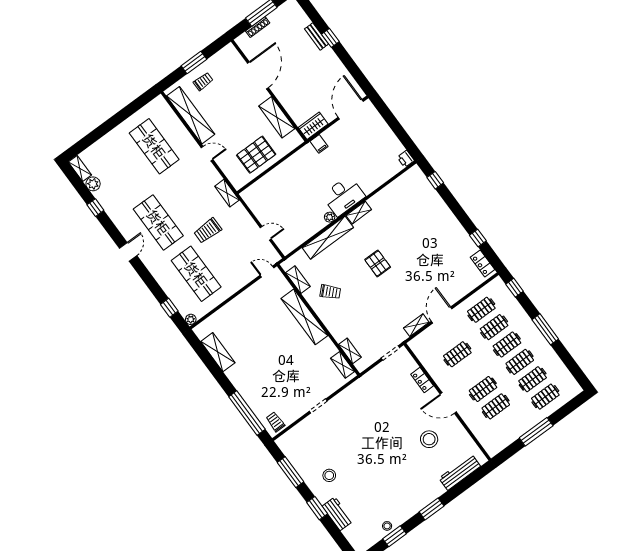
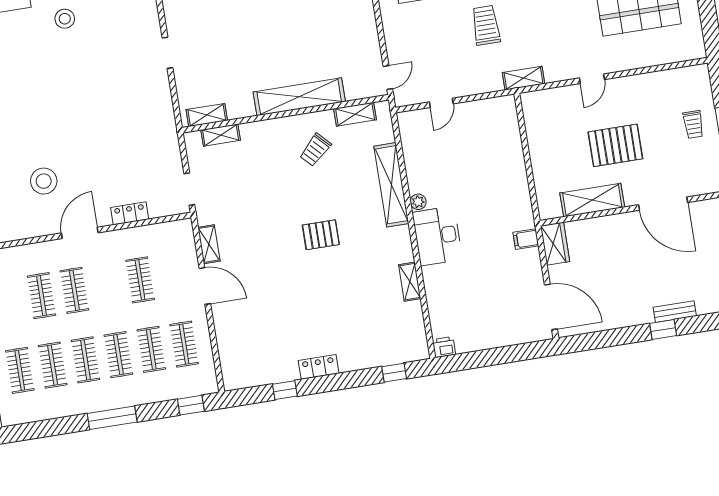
shelving: (191, 115) -> (656, 84), removed
pallet: (256, 155) -> (615, 145), moved, turned 90
shelving: (359, 213) -> (410, 282), moved
locker: (483, 263) -> (319, 367), moved

